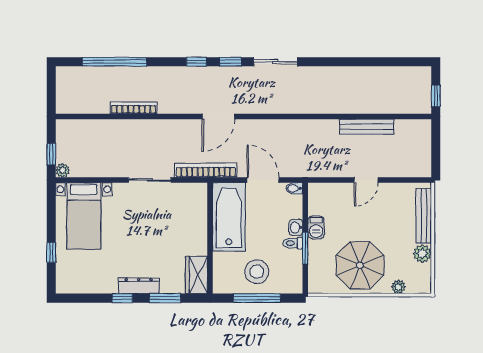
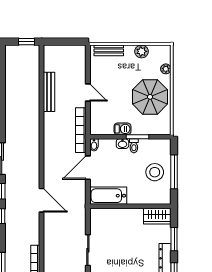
bookcase: (206, 170) -> (81, 130), moved
bench: (424, 216) -> (109, 50), width x0.73
bathtub: (229, 217) -> (108, 196), width x0.73, depth x0.73

